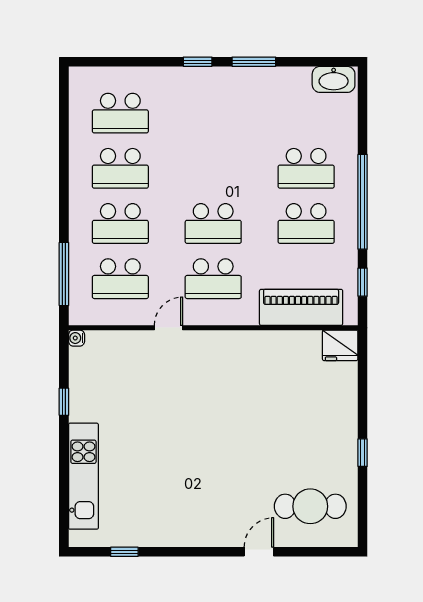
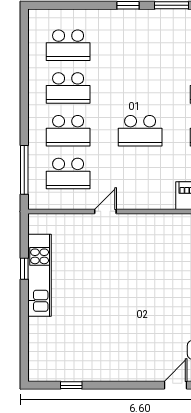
school desk: (213, 279) -> (140, 173), removed
water cooler: (77, 338) -> (34, 220), removed
kitchen unit: (83, 476) -> (40, 275), moved

